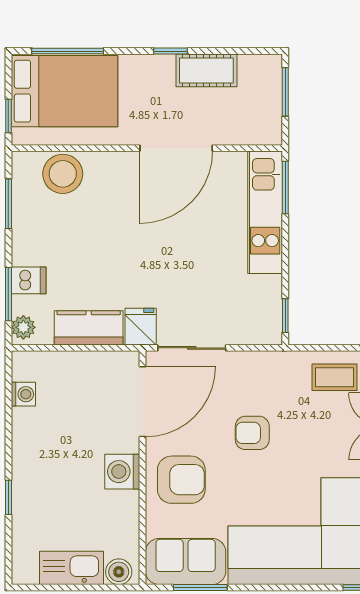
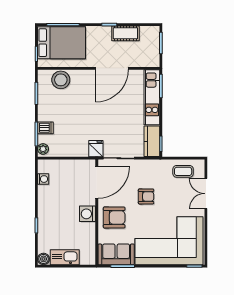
kitchen counter: (89, 328) -> (152, 141), moved, turned -90
armchair: (252, 433) -> (146, 196), turned 180
boiler: (119, 572) -> (43, 259), moved

